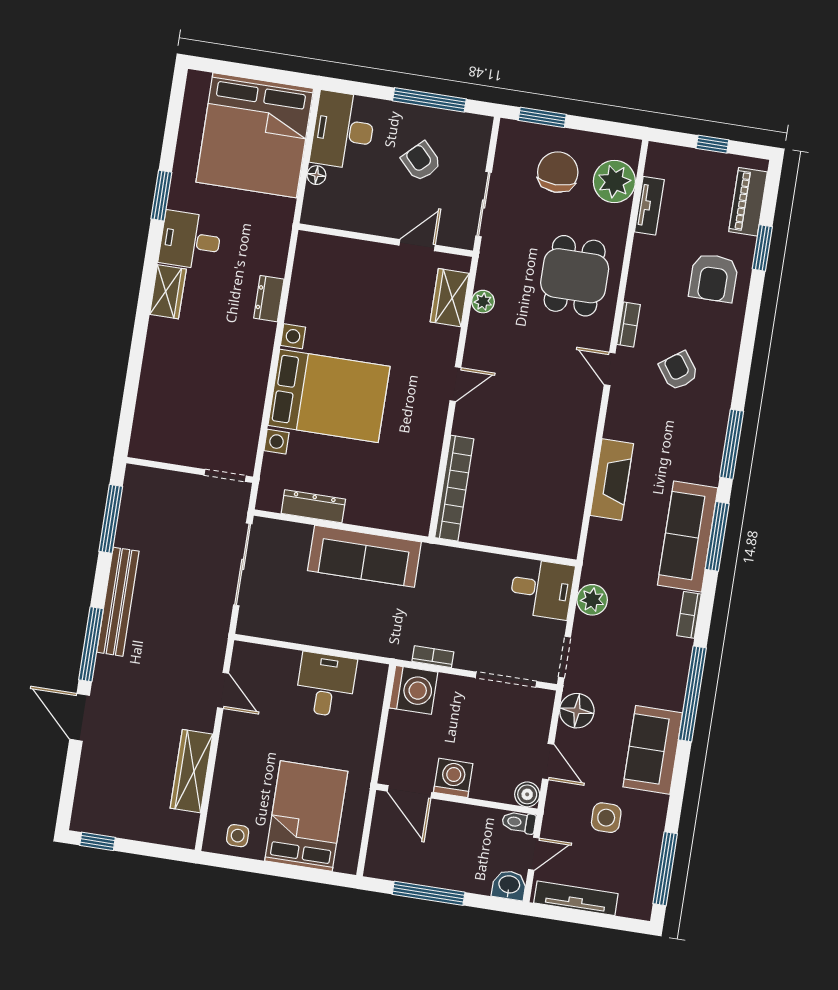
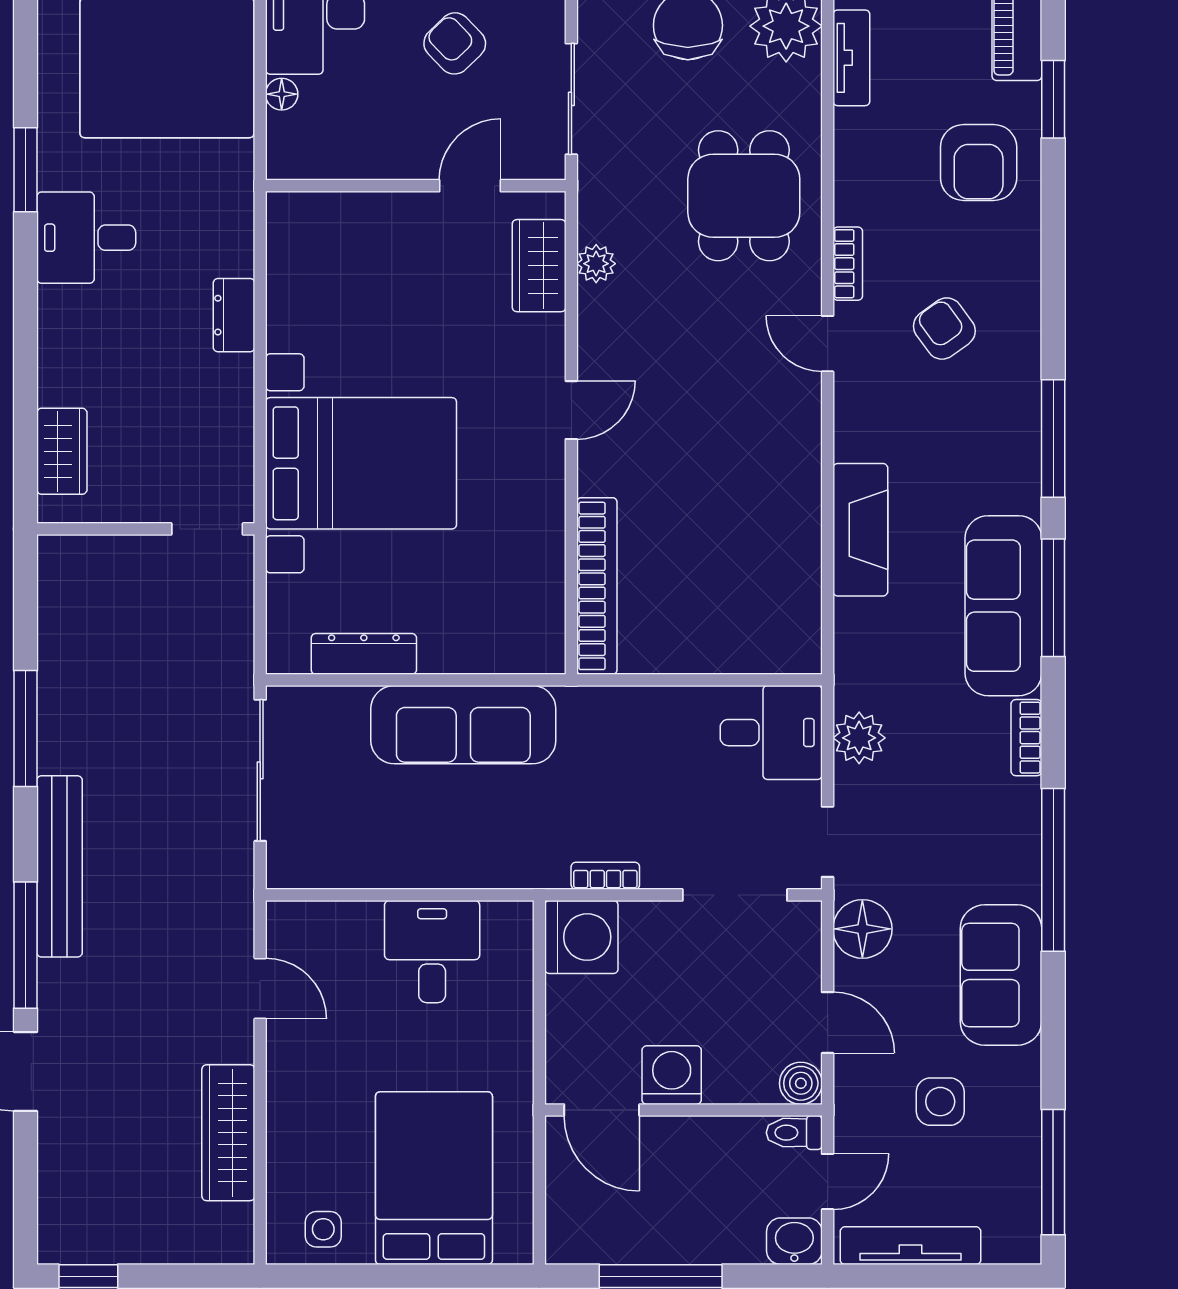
wardrobe: (168, 292) -> (62, 451), moved
wall: (190, 470) -> (146, 529), moved
doorway: (225, 475) -> (207, 529), moved

